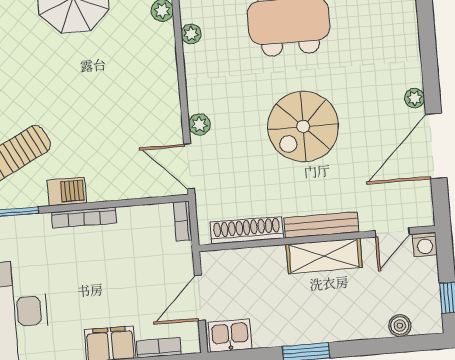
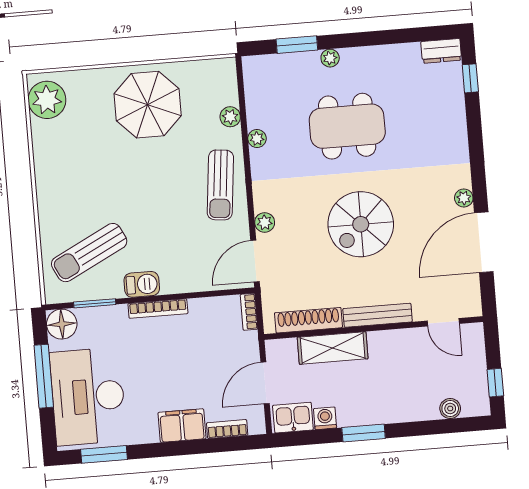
sun lounger: (152, 84) -> (220, 185), added
door: (189, 166) -> (255, 261), hinge flipped
door: (392, 232) -> (443, 322), hinge flipped
washing machine: (425, 244) -> (325, 418), moved, turned 180
shelving: (324, 256) -> (333, 348), moved

